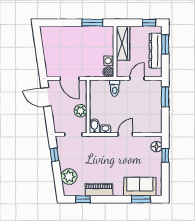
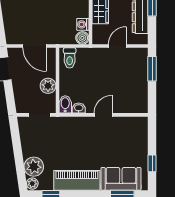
toilet: (115, 88) -> (70, 58), moved
floor lamp: (156, 147) -> (141, 130), removed
window: (54, 155) -> (16, 140), removed
window: (165, 155) -> (152, 163), moved
plant: (68, 190) -> (32, 184), added
piano: (99, 190) -> (77, 180), width x1.37, depth x1.33

